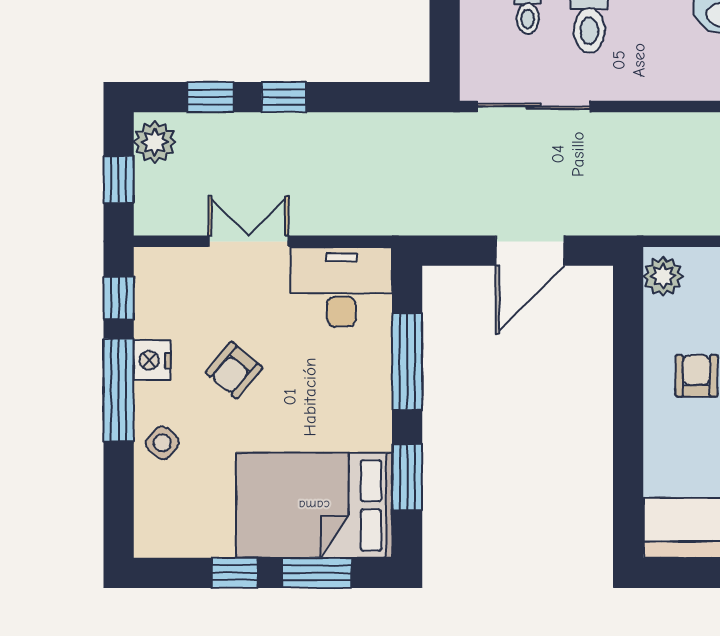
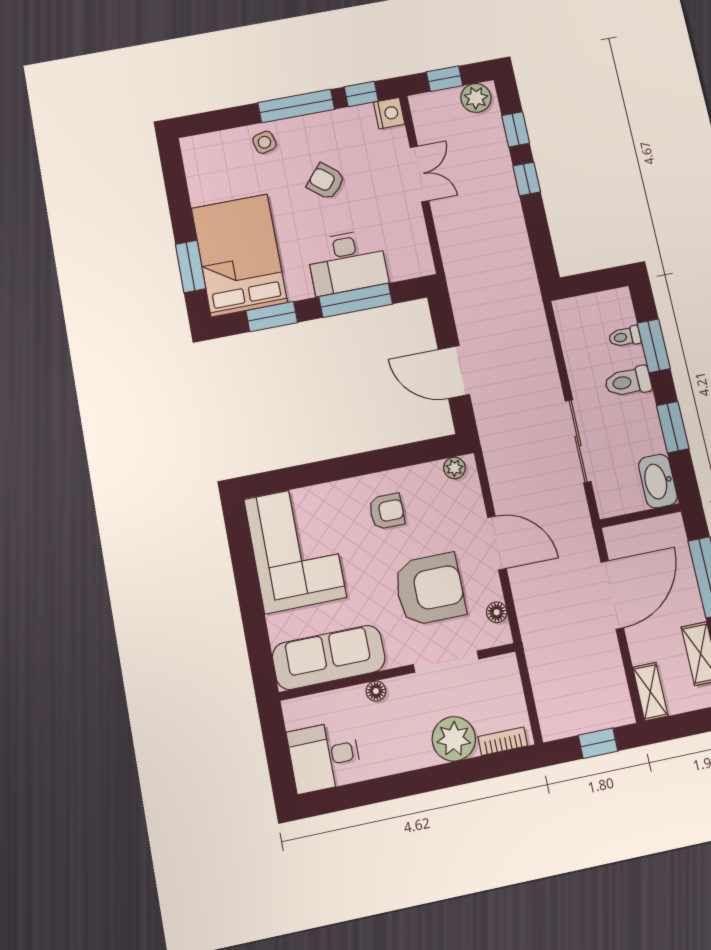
sliding door: (534, 106) -> (578, 441), moved
plant: (663, 276) -> (454, 468), width x0.73, depth x0.73
desk: (341, 287) -> (347, 262), moved, turned 90
nightstand: (152, 360) -> (389, 113), moved, turned 90
side table: (162, 443) -> (264, 142), turned 36
window: (235, 573) -> (180, 209), removed

